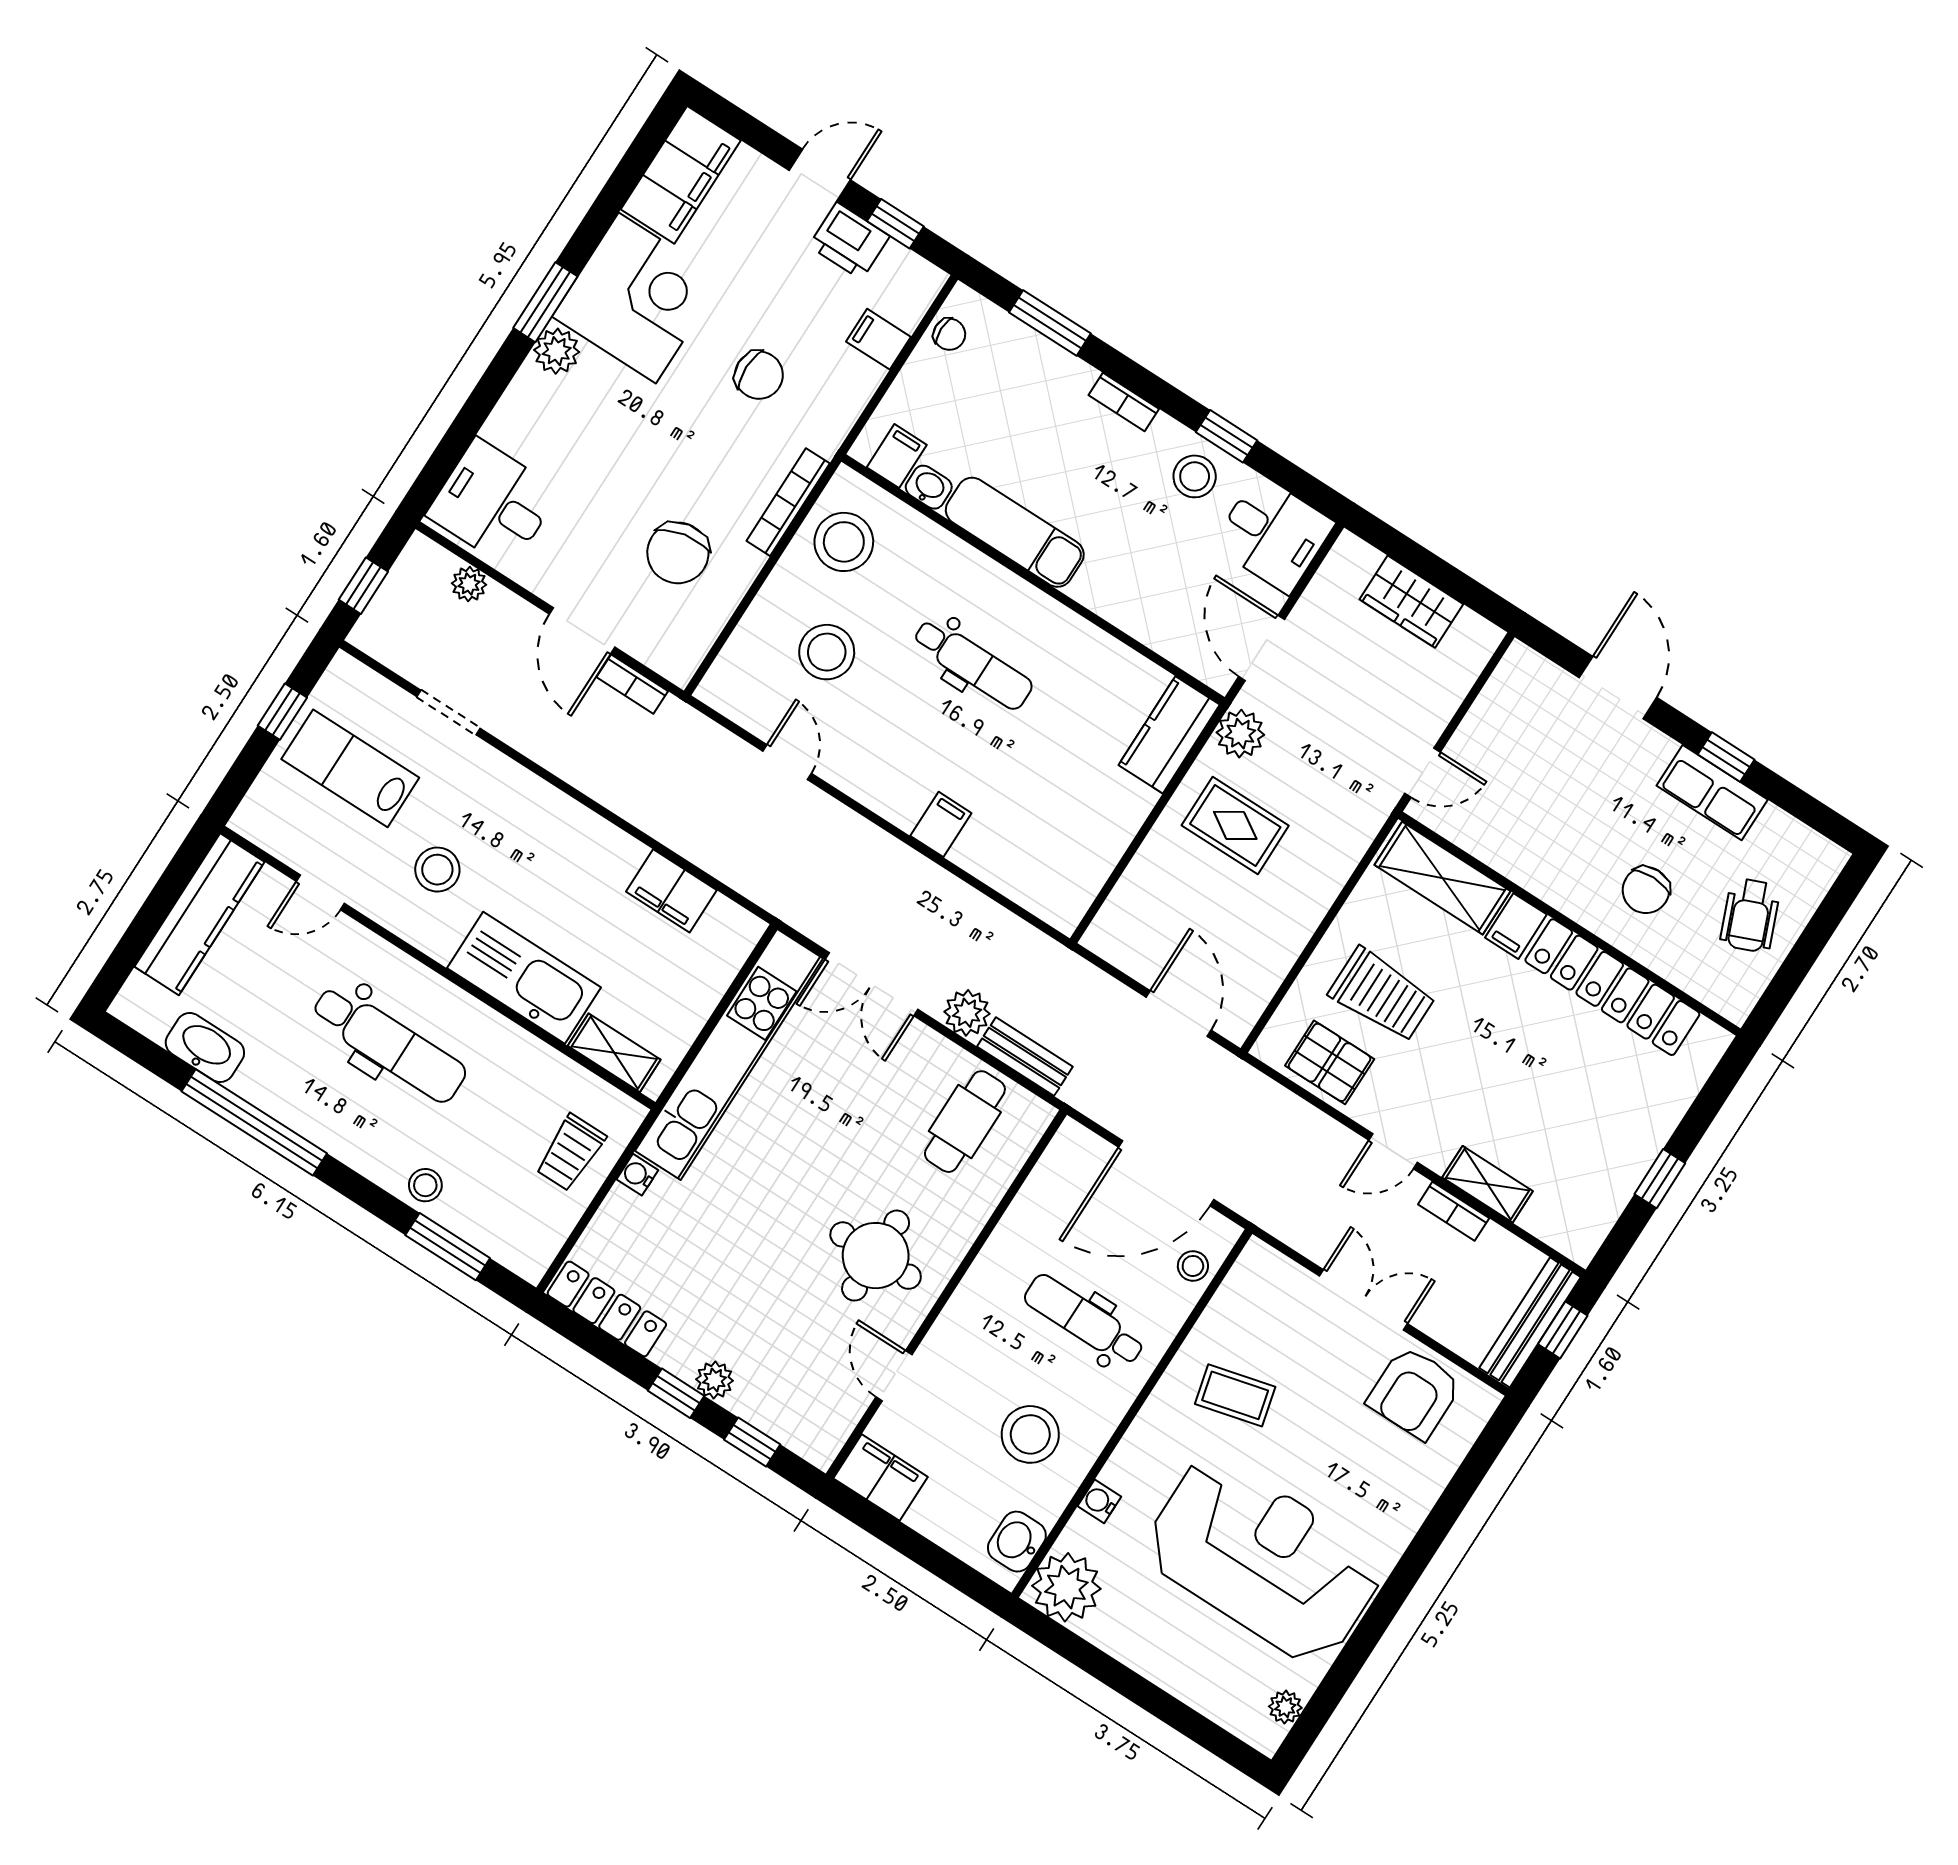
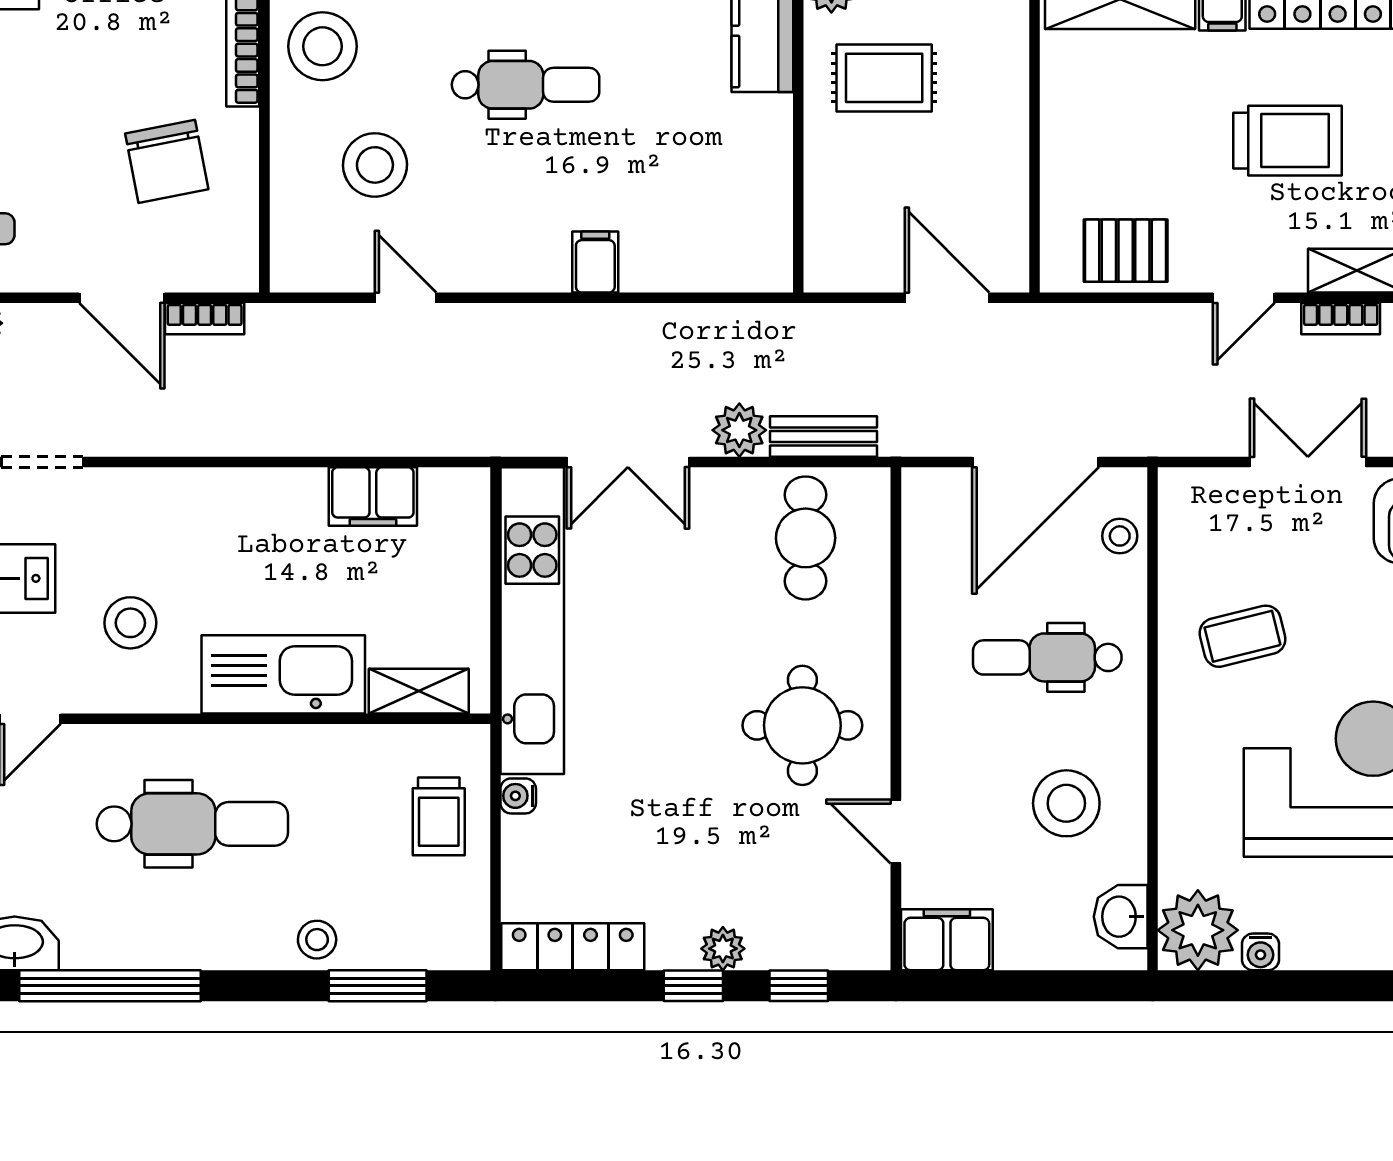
trolley: (1382, 995) -> (1287, 141), moved
water cooler: (1099, 1501) -> (1260, 952), moved, turned -90

